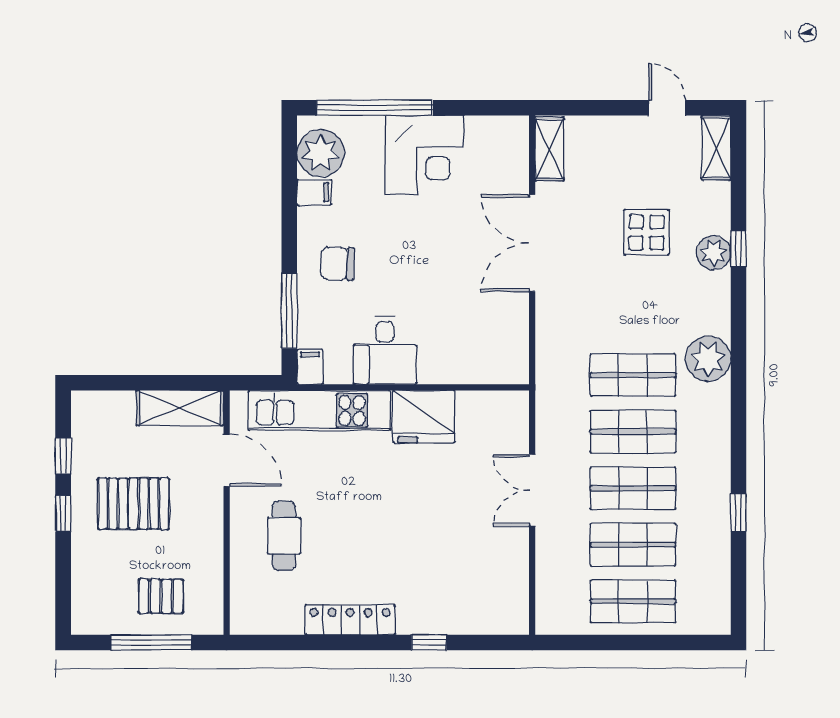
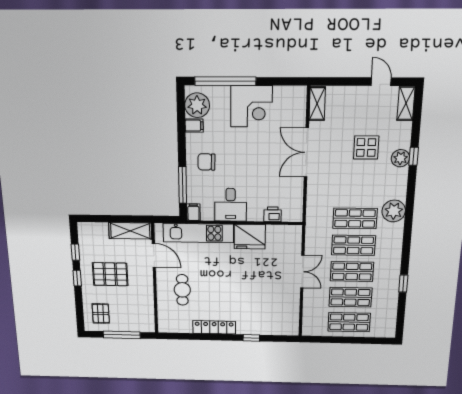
printer: (469, 369) -> (273, 214), added
double door: (532, 490) -> (302, 272), swing flipped
pallet: (161, 596) -> (101, 314), moved, turned 90

